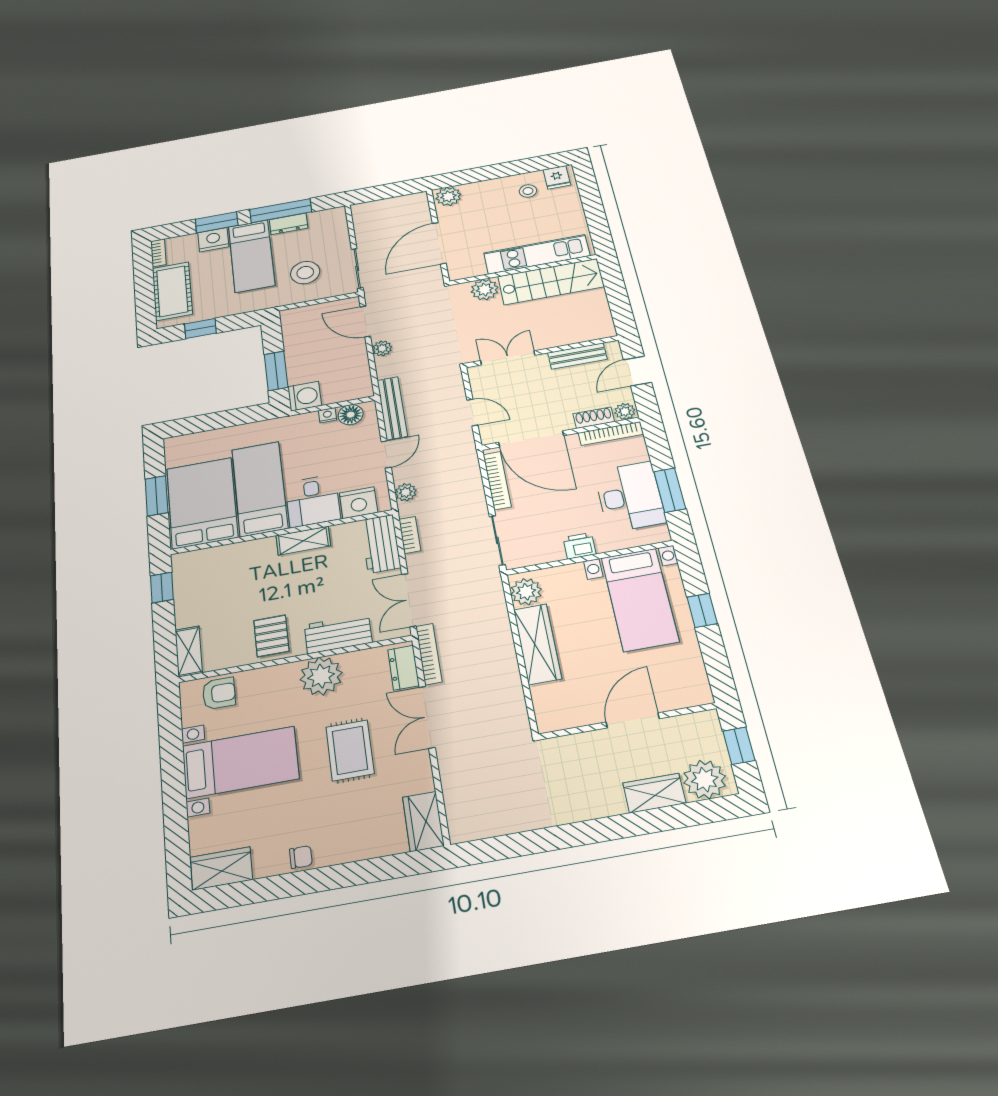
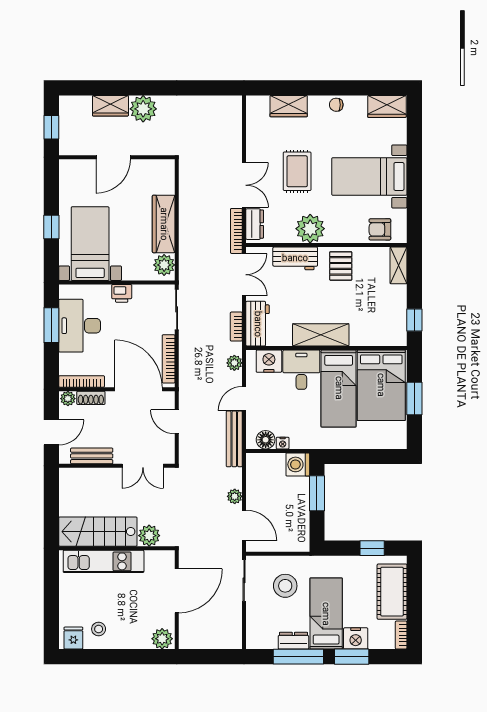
shelving: (303, 541) -> (321, 335), width x1.50, depth x1.33
plant: (705, 780) -> (143, 109), moved
wardrobe: (423, 821) -> (289, 106), moved, turned 90

